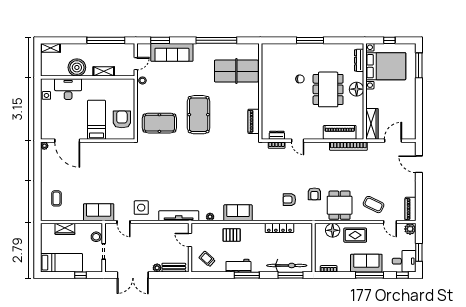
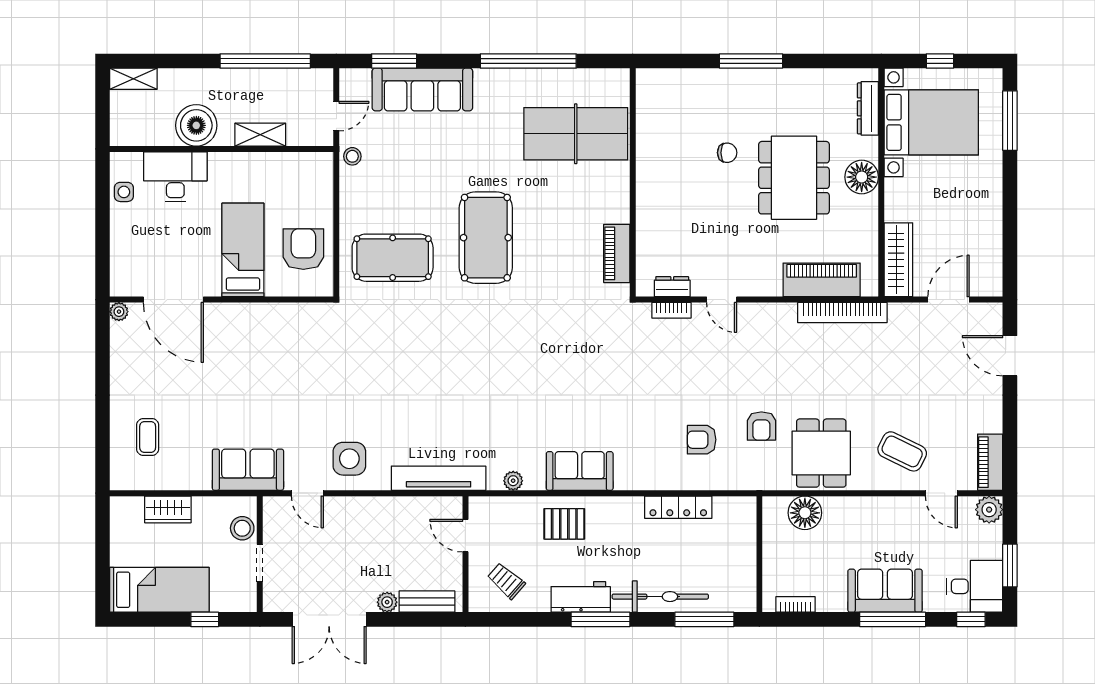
rug: (355, 235) -> (858, 524), removed
bicycle: (287, 265) -> (660, 597), moved

